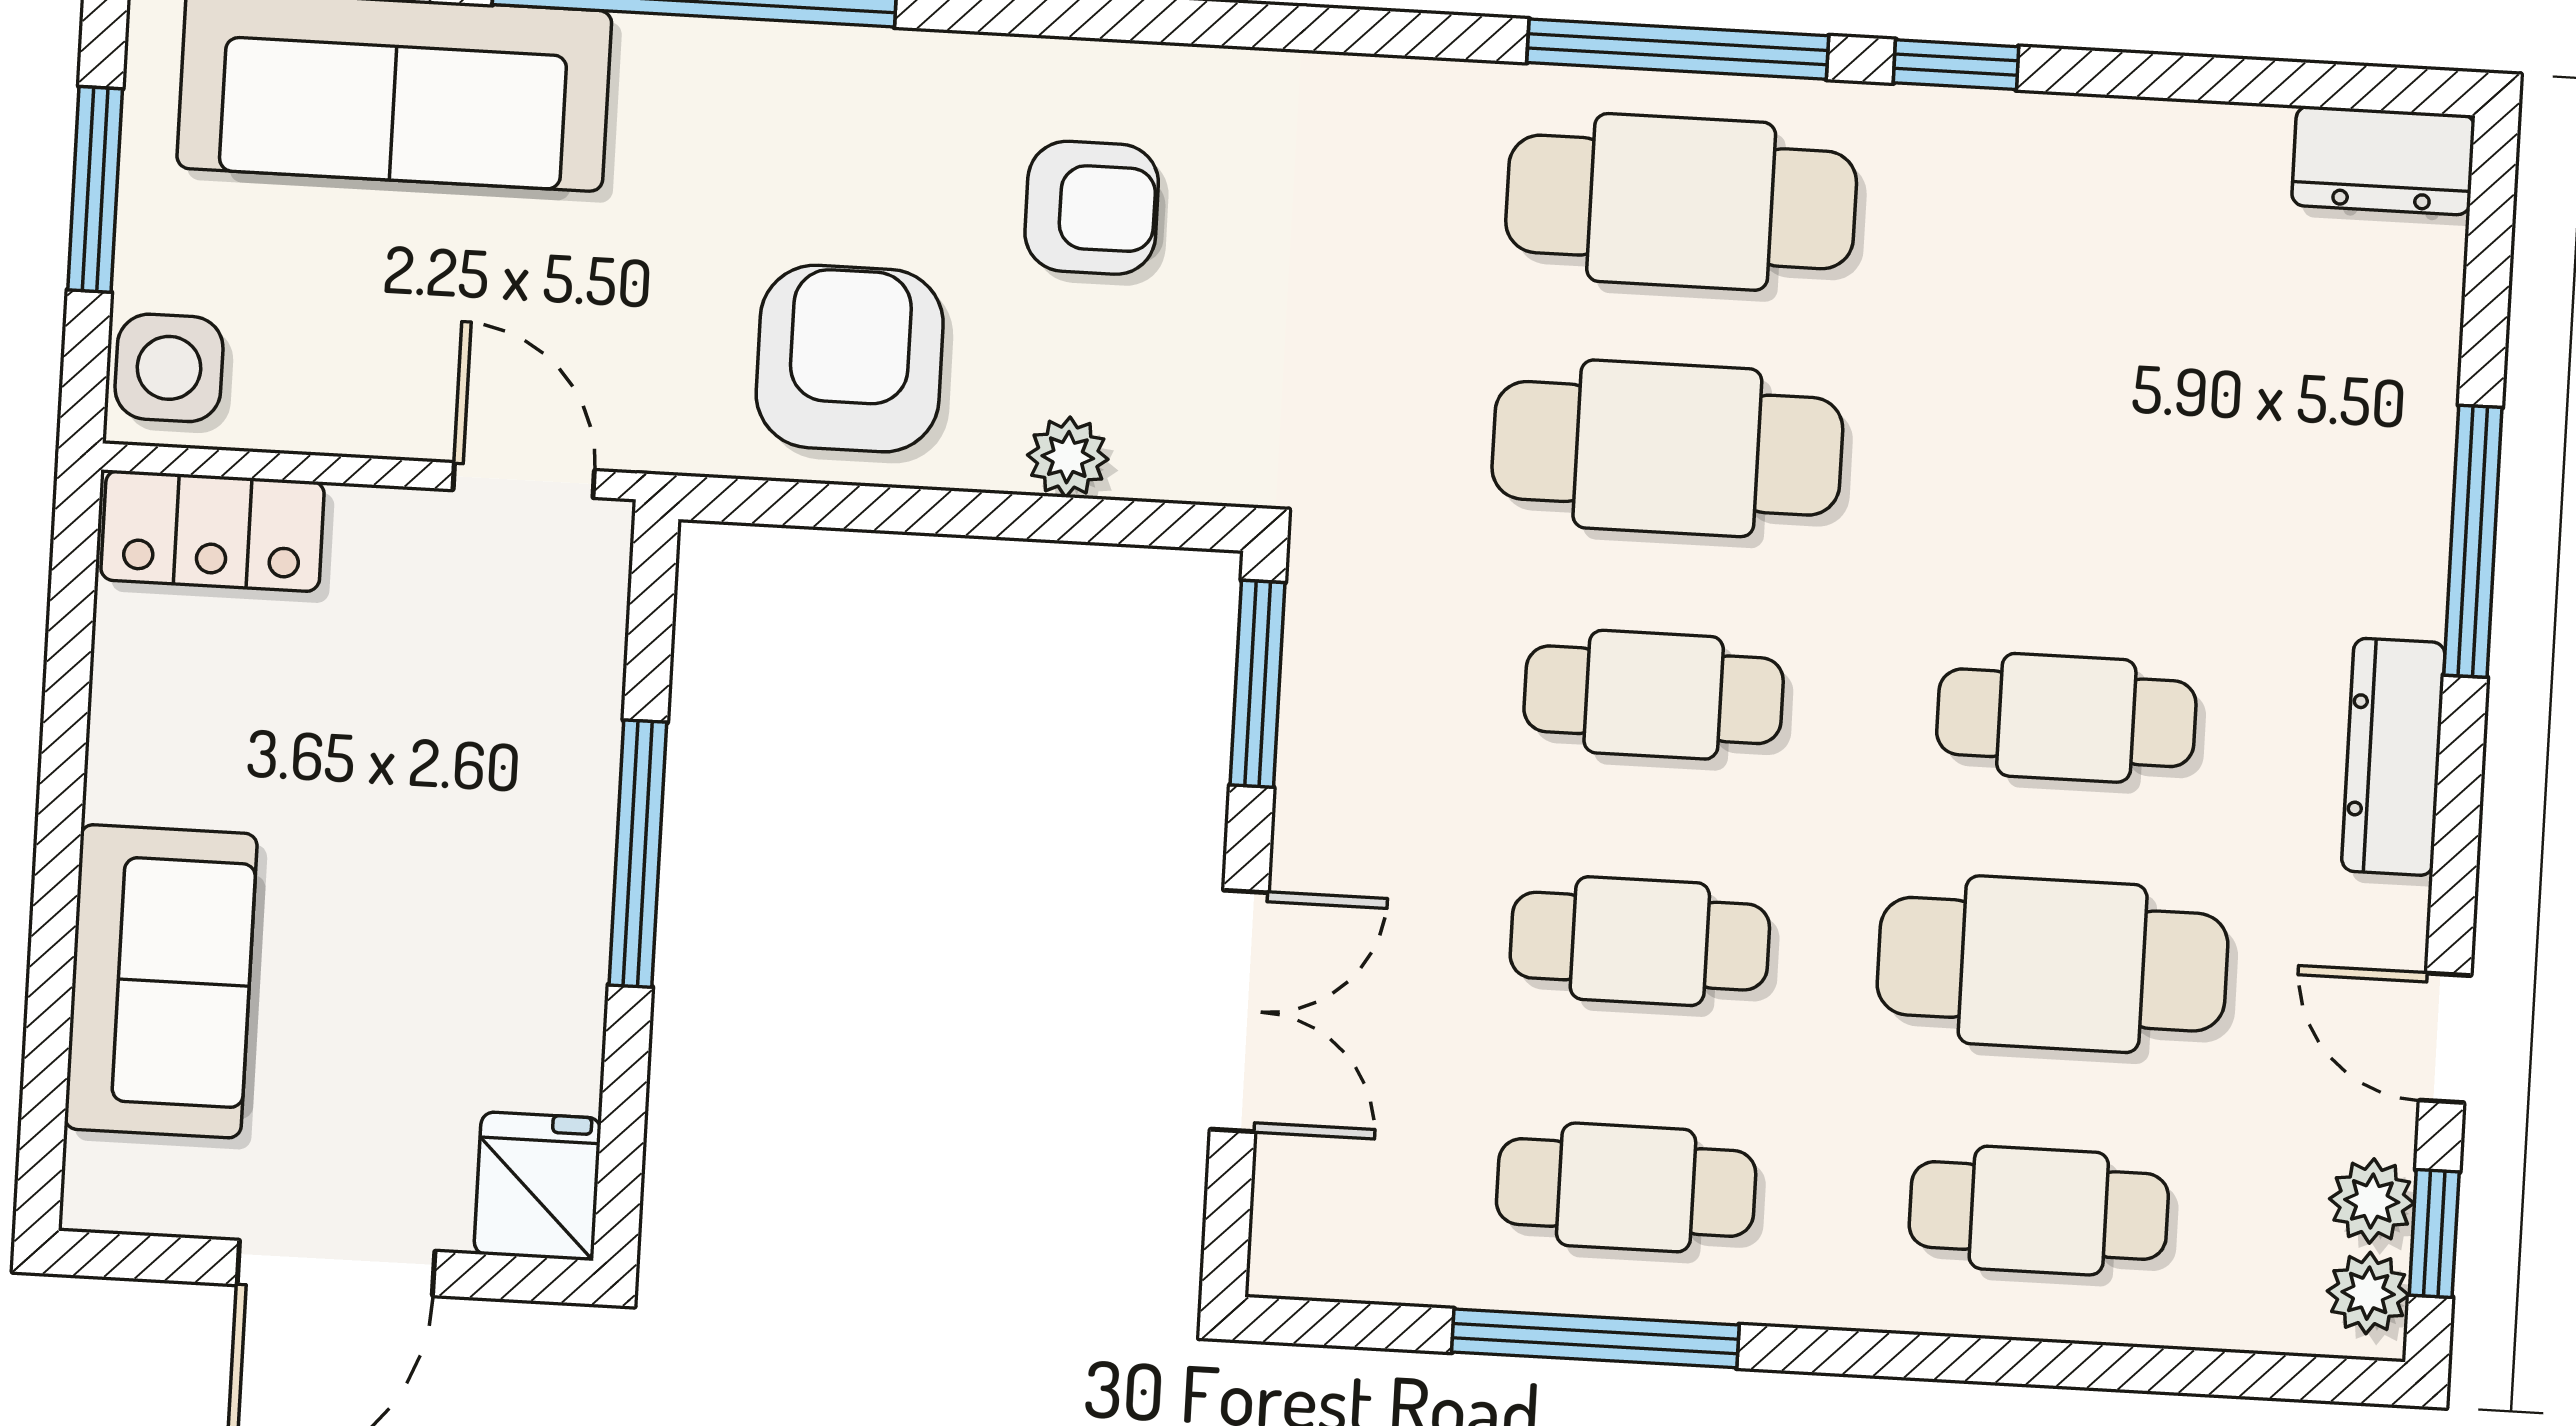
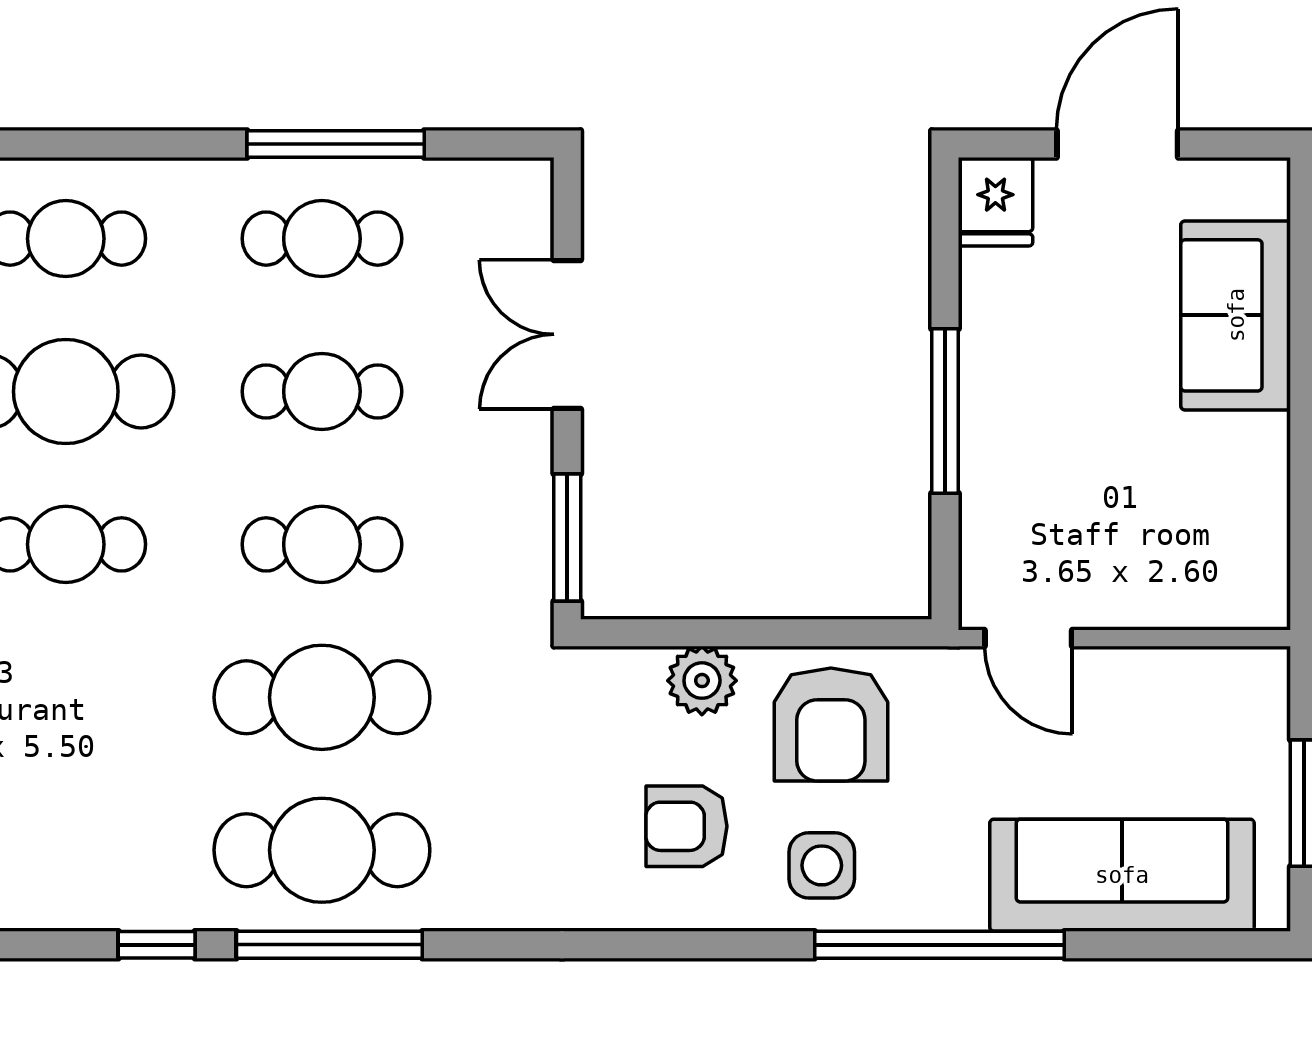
side table: (169, 368) -> (822, 865), moved
plant: (1068, 457) -> (702, 681), width x1.38, depth x1.38
locker: (213, 531) -> (1219, 596), removed

